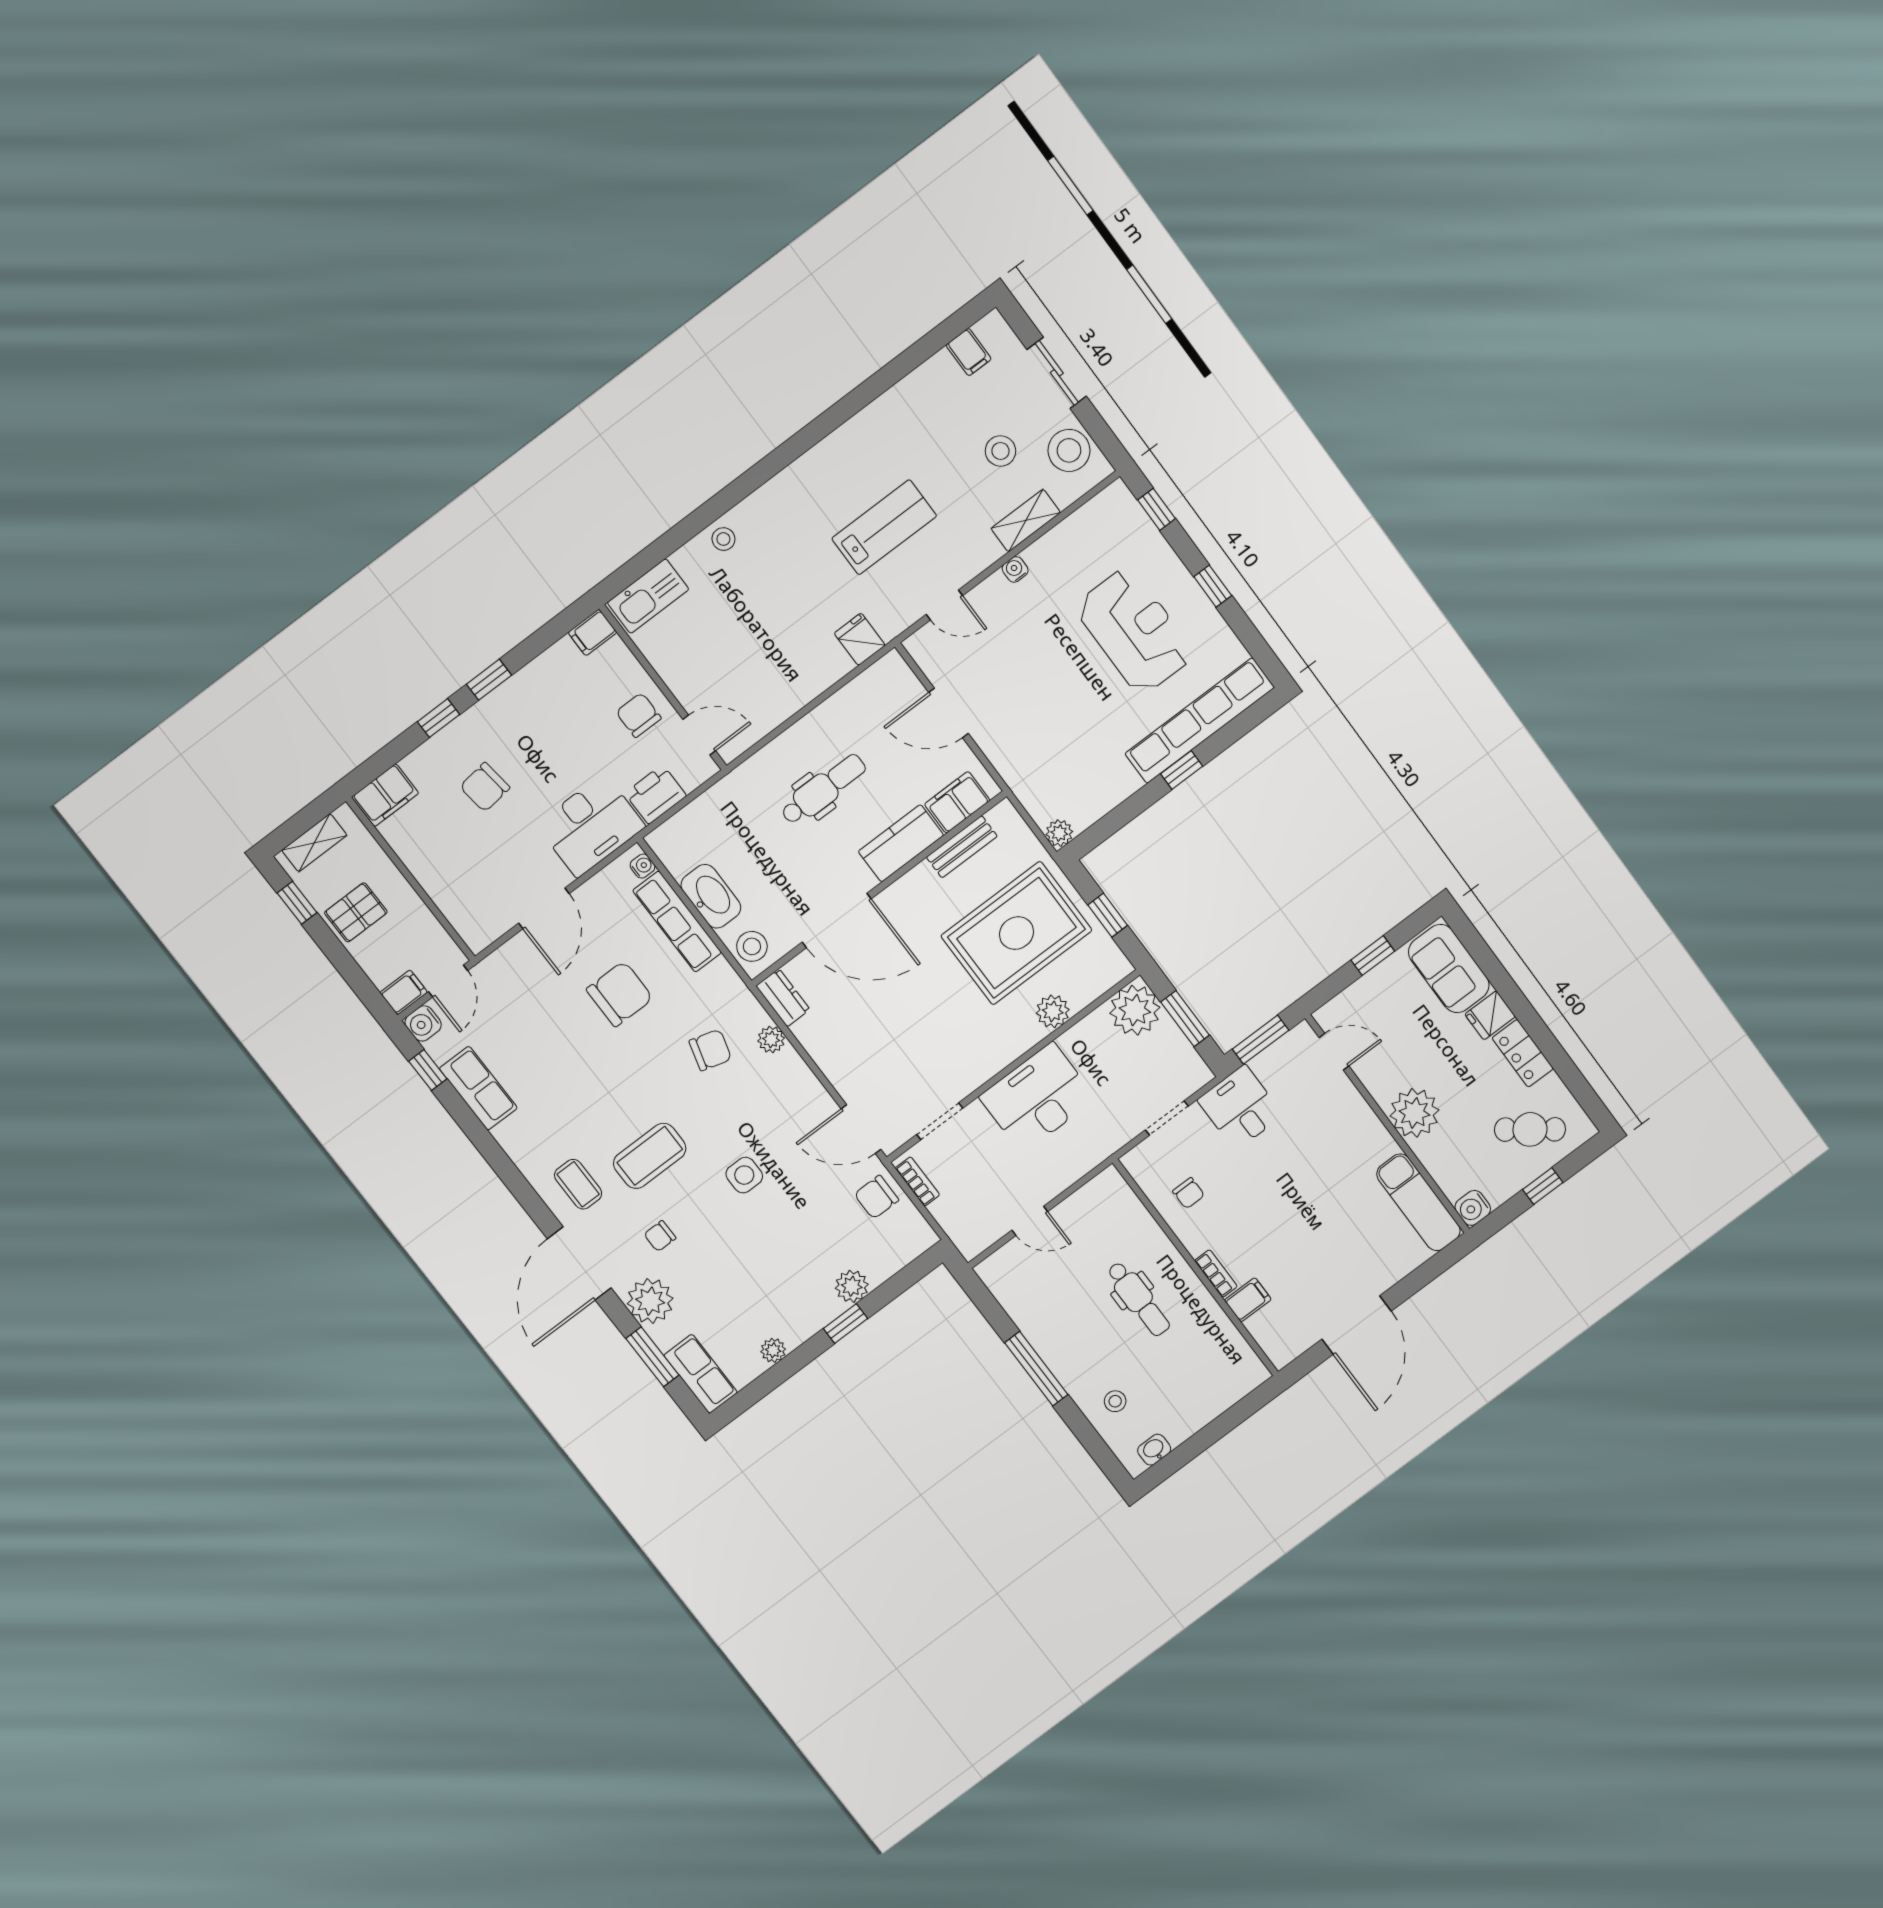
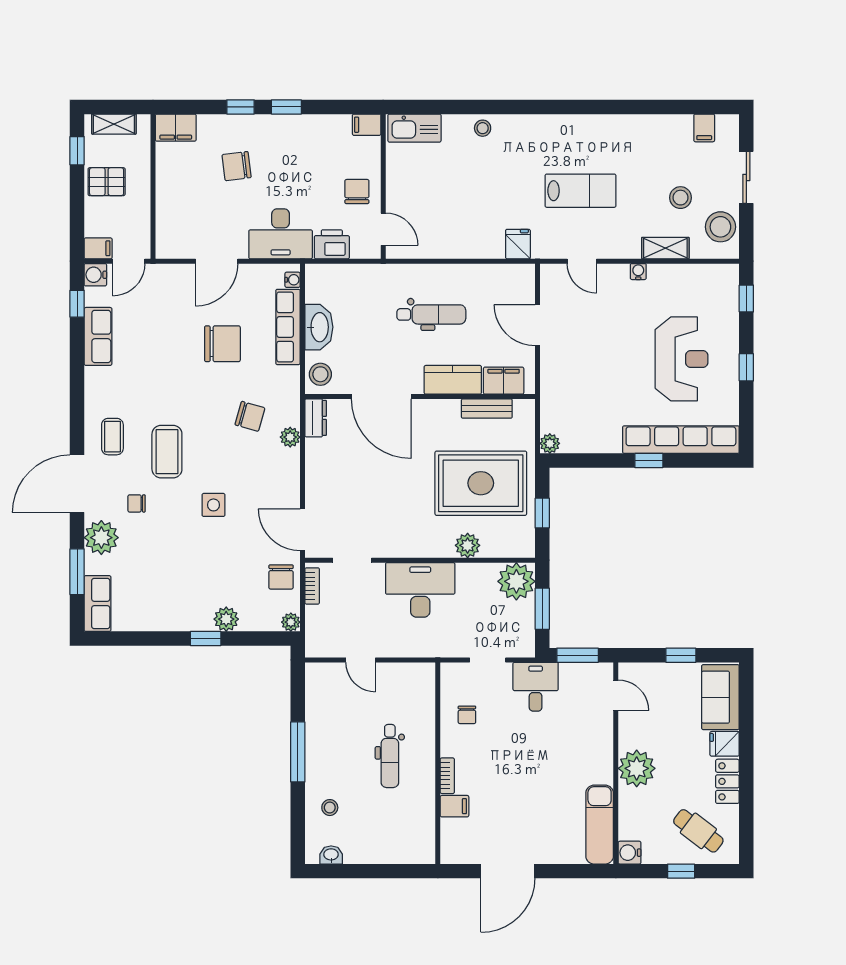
coffee table: (650, 1156) -> (167, 452), turned 90
chair: (876, 1197) -> (281, 577), turned -90
plant: (773, 1350) -> (291, 622), moved

